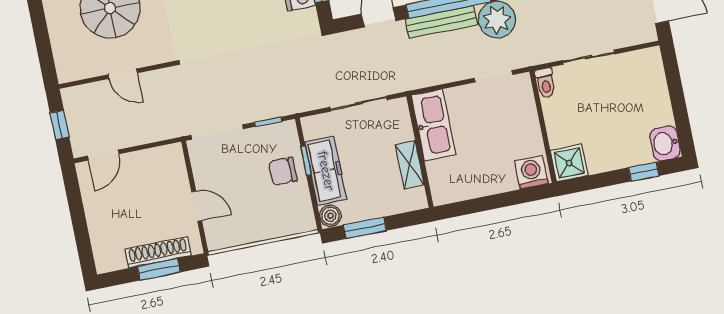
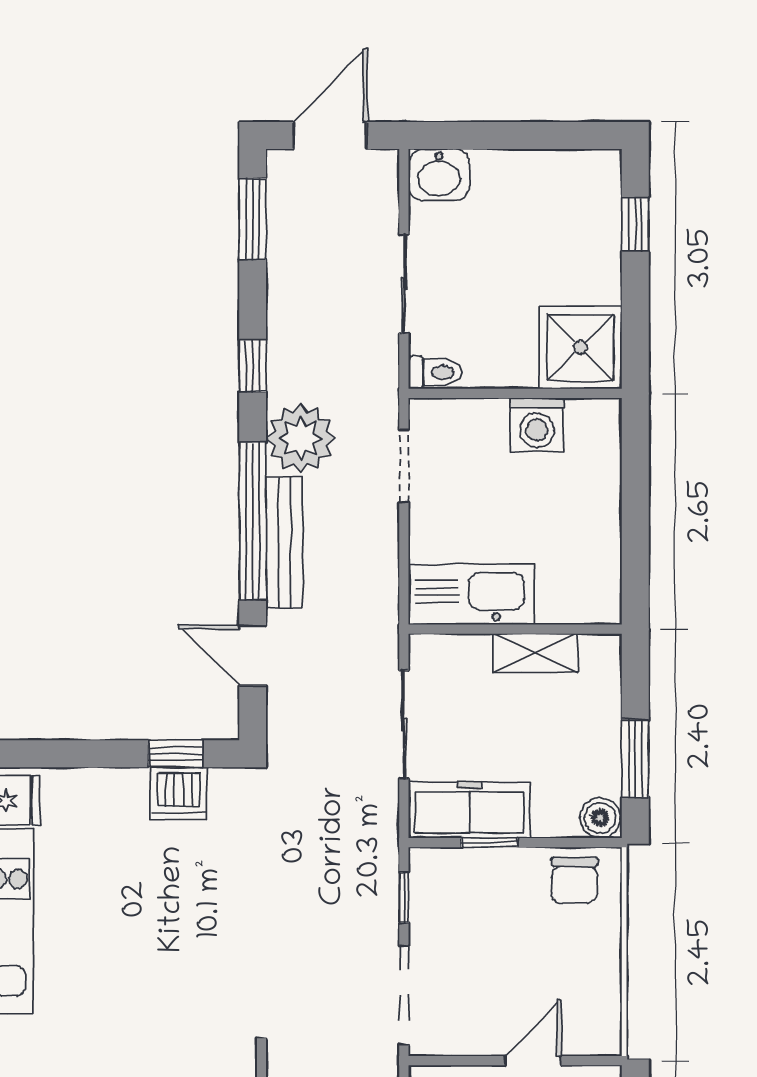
washbasin: (665, 143) -> (439, 175), moved
shower: (569, 163) -> (580, 348), width x1.36, depth x1.36
chair: (283, 171) -> (575, 881), moved
freezer: (326, 171) -> (469, 810), moved
washing machine: (531, 172) -> (537, 425), moved, turned -90

